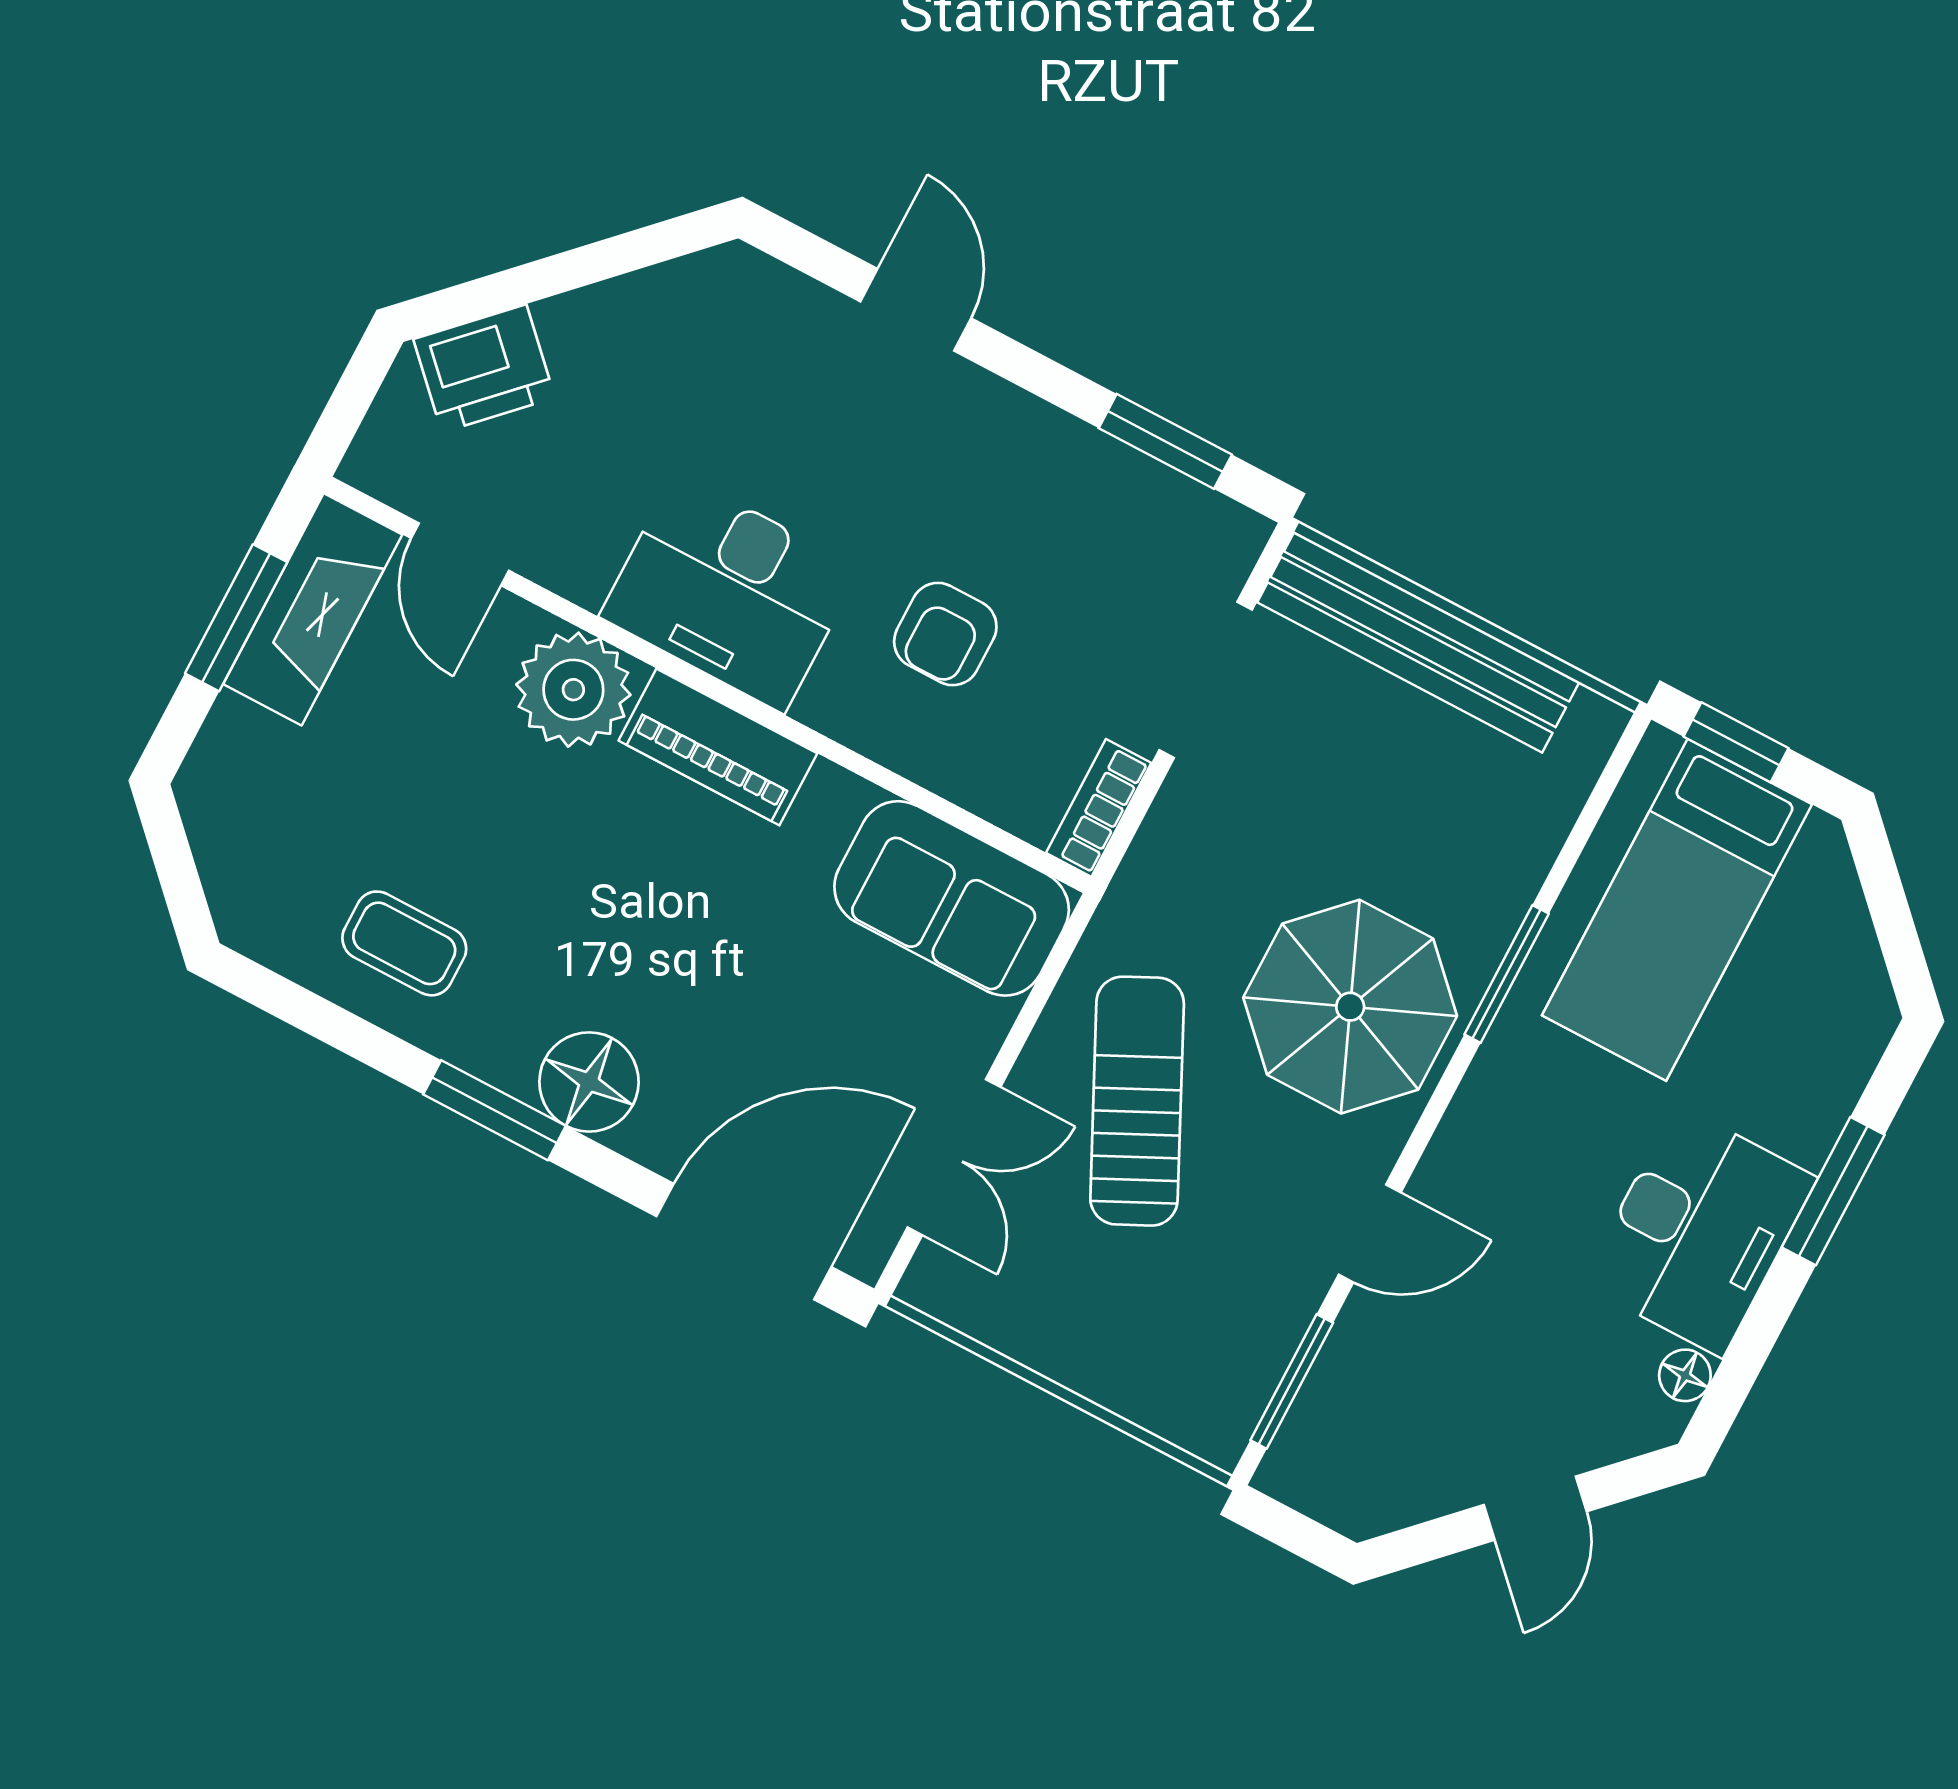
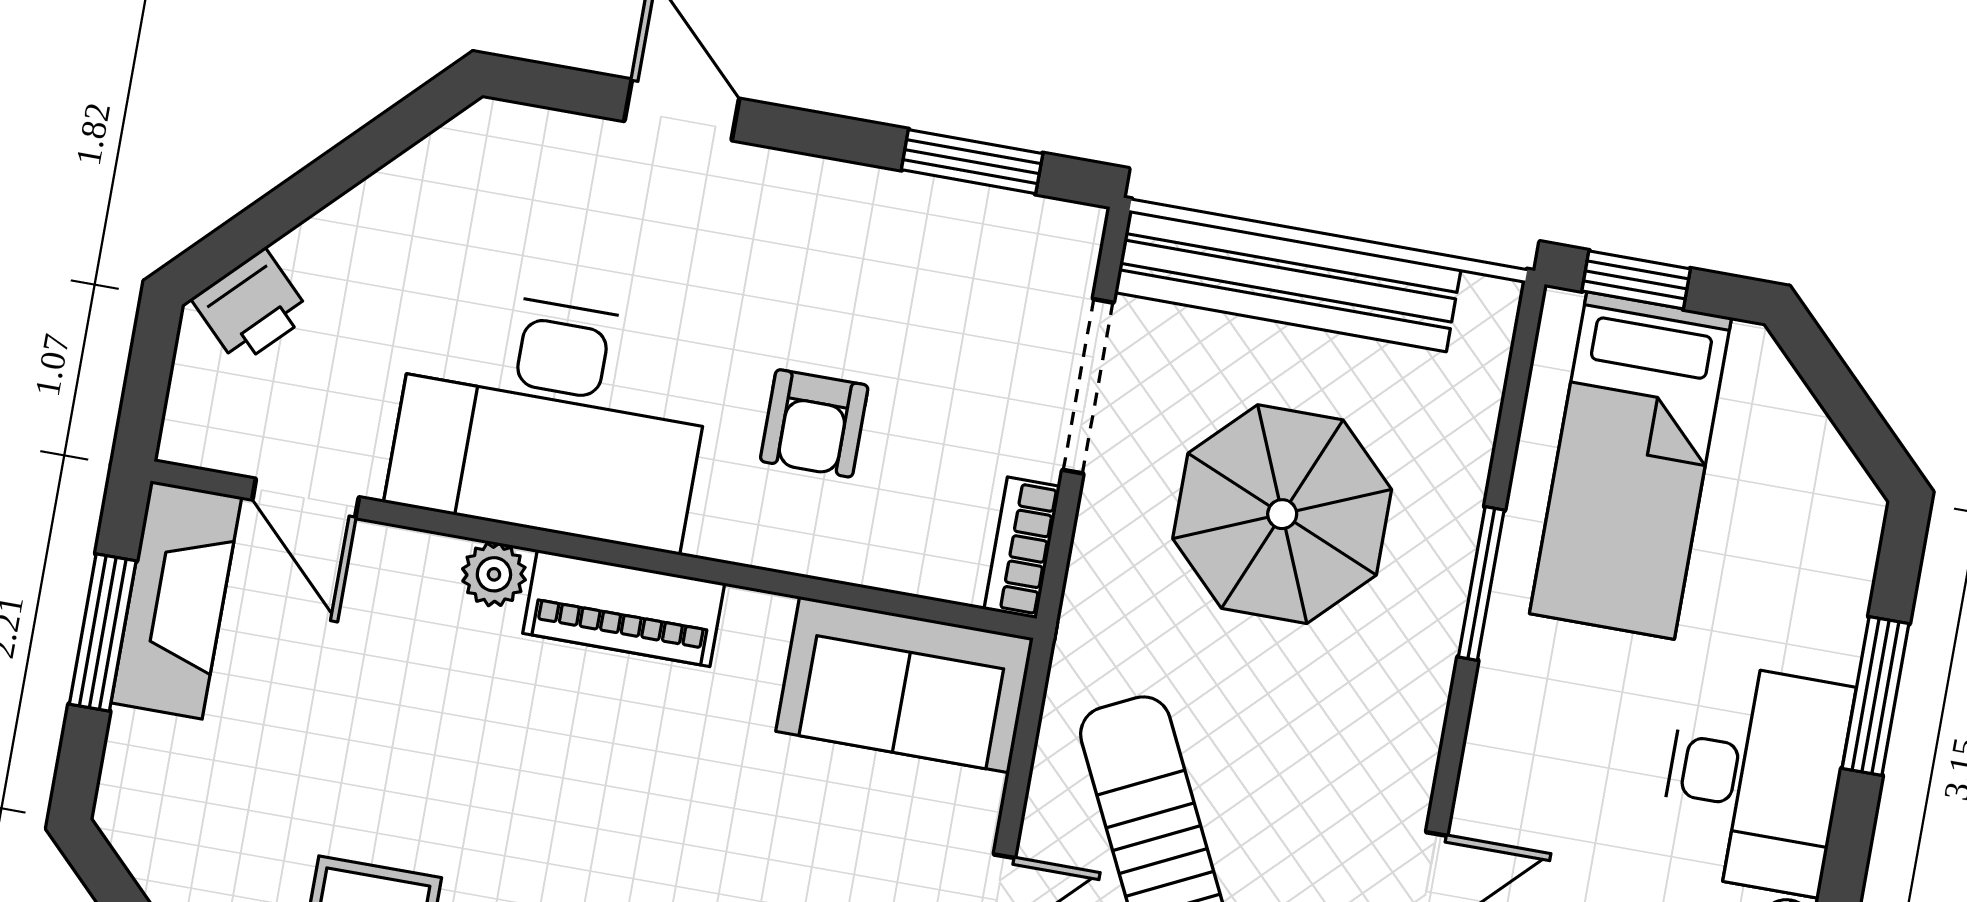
printer: (484, 368) -> (251, 307), width x0.73, depth x0.81
desk: (730, 592) -> (551, 418), width x1.36, depth x1.30
plant: (573, 690) -> (494, 574), width x0.53, depth x0.53
parasol: (1350, 1007) -> (1282, 514), moved

